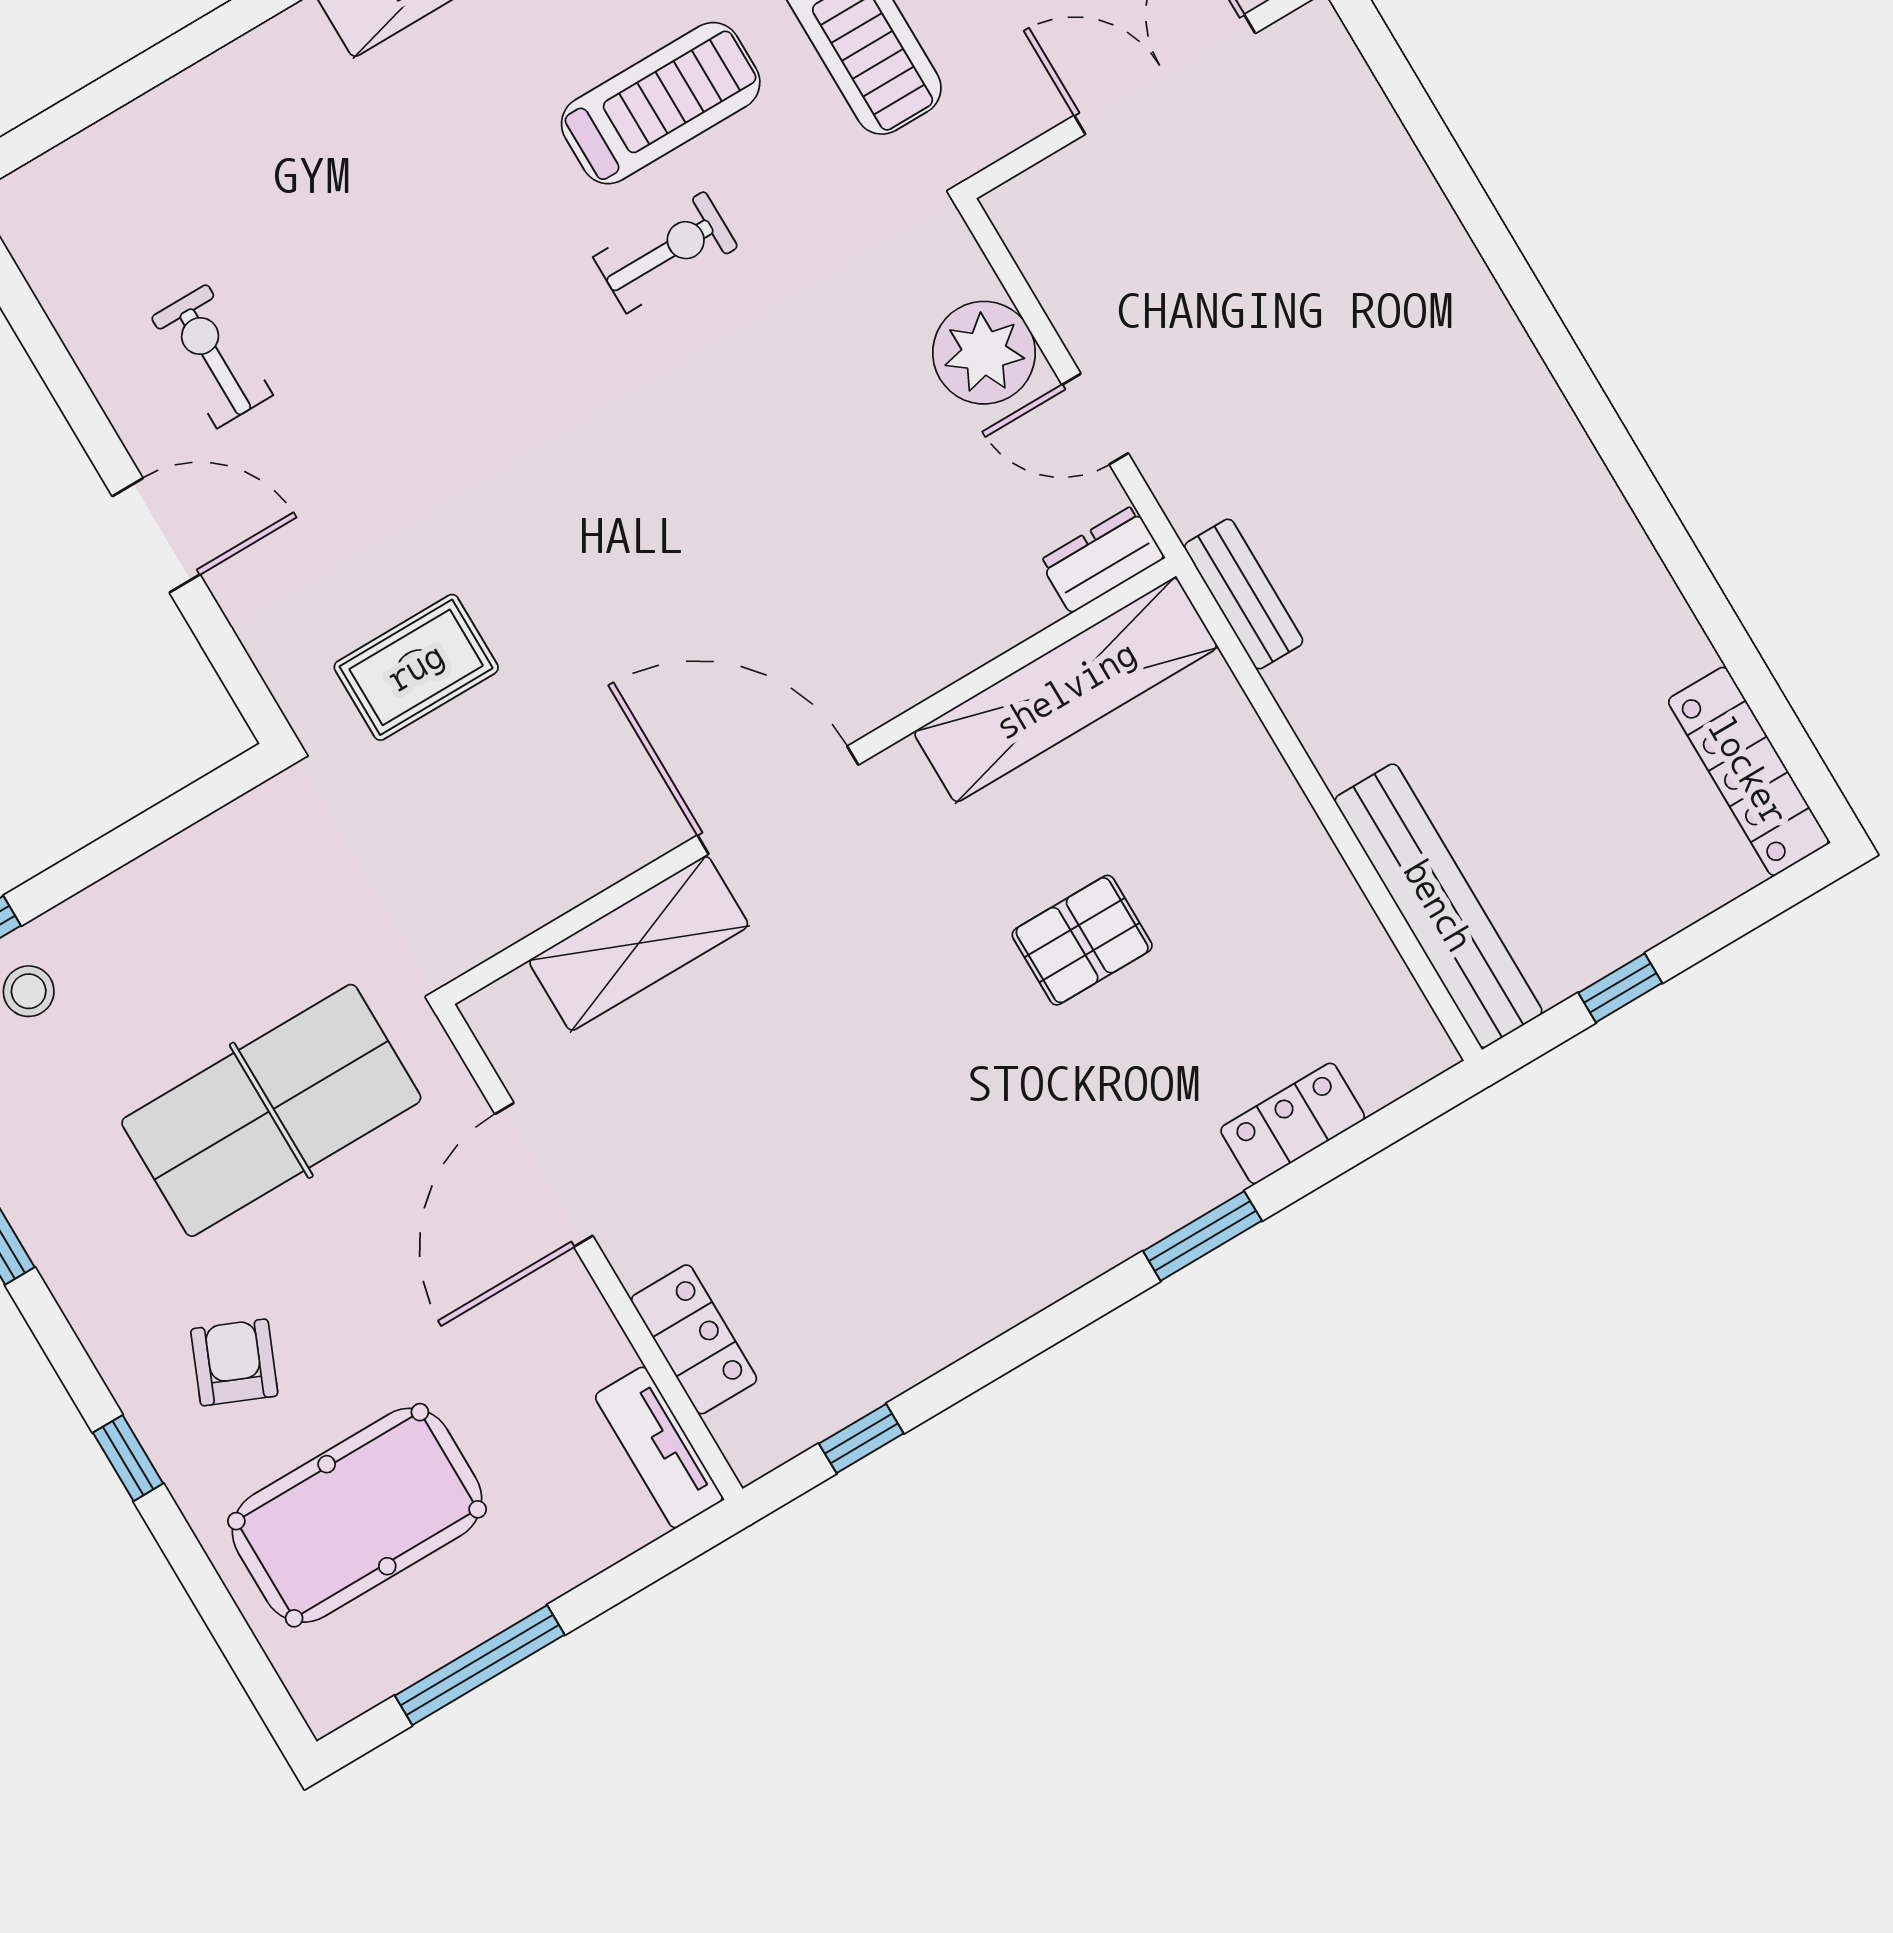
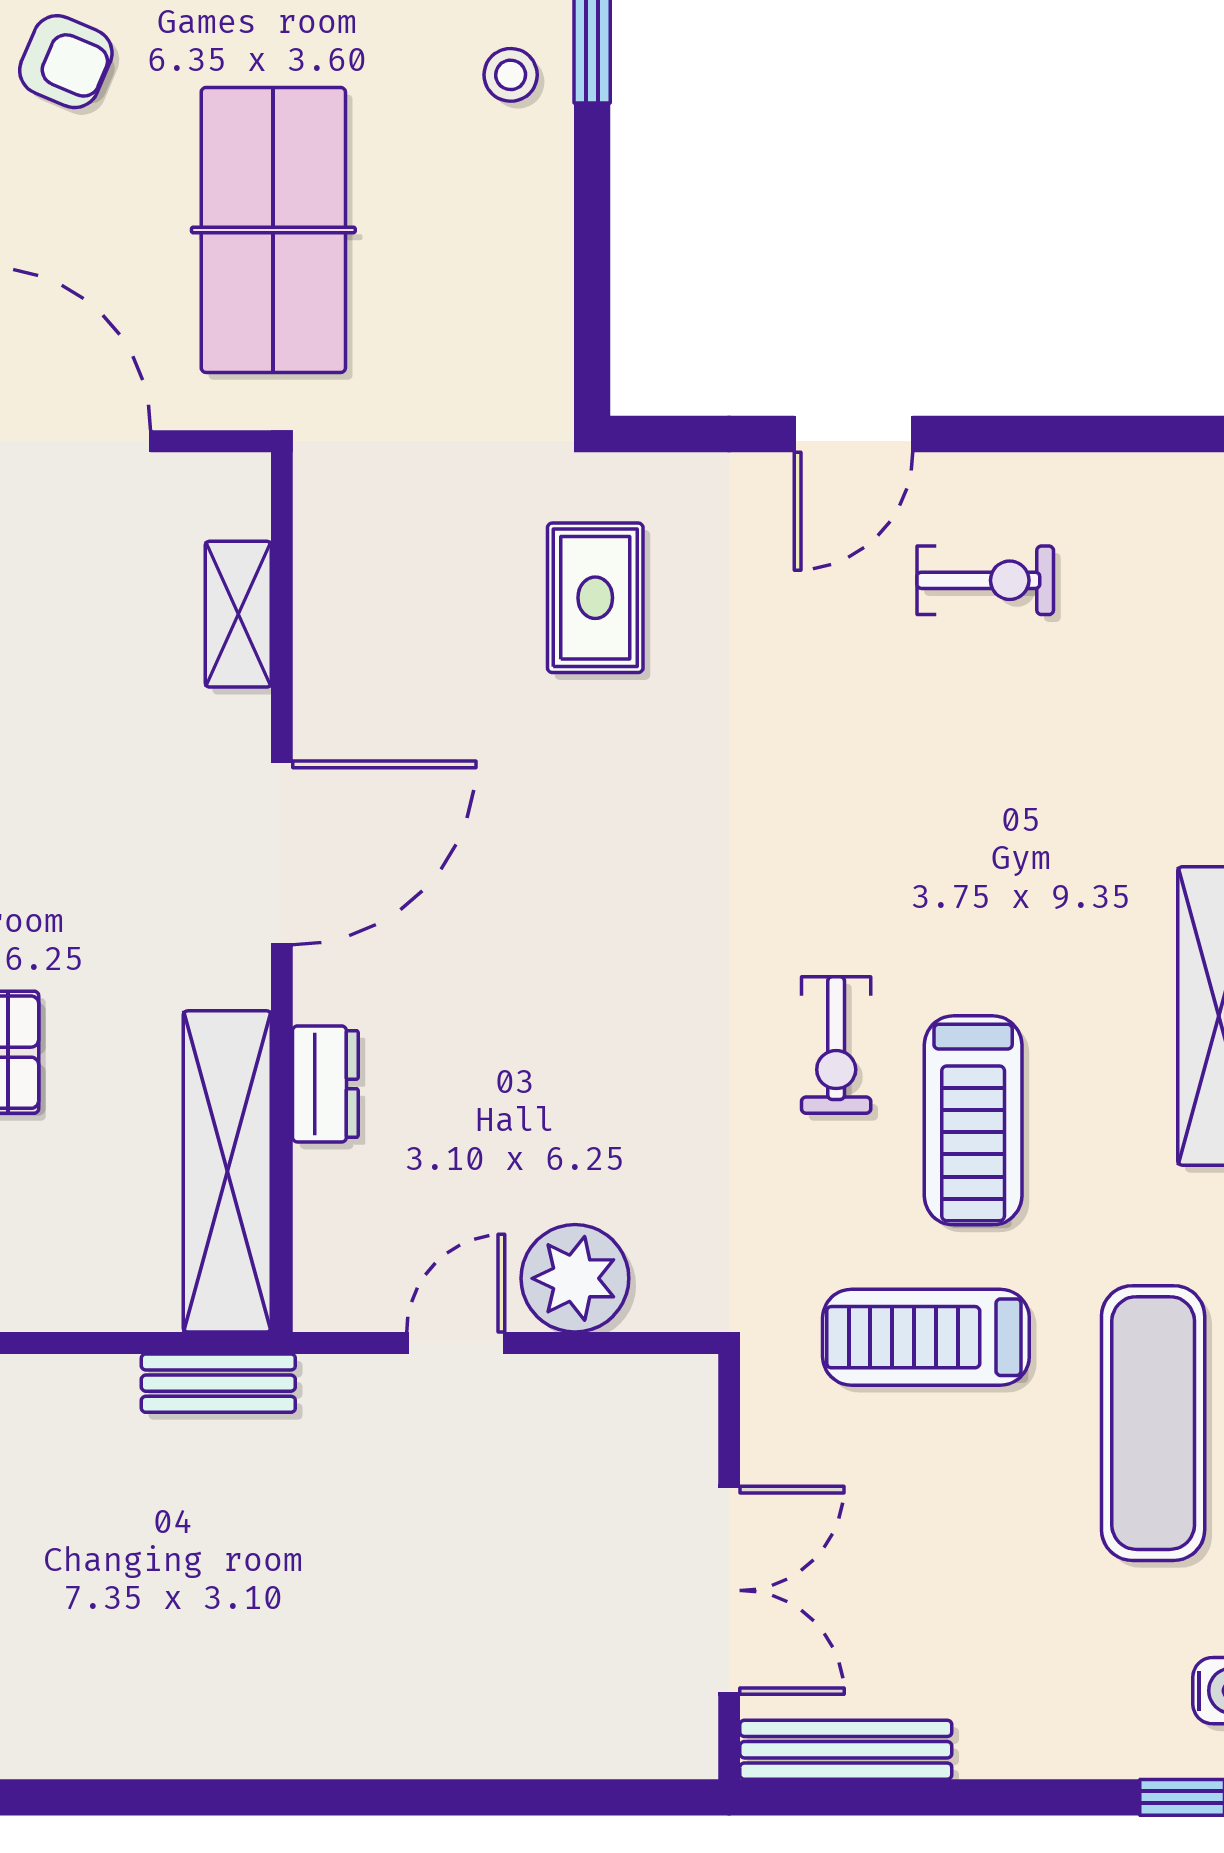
dresser: (1102, 559) -> (325, 1084), moved
shelving: (639, 943) -> (238, 614), width x0.67, depth x0.75

